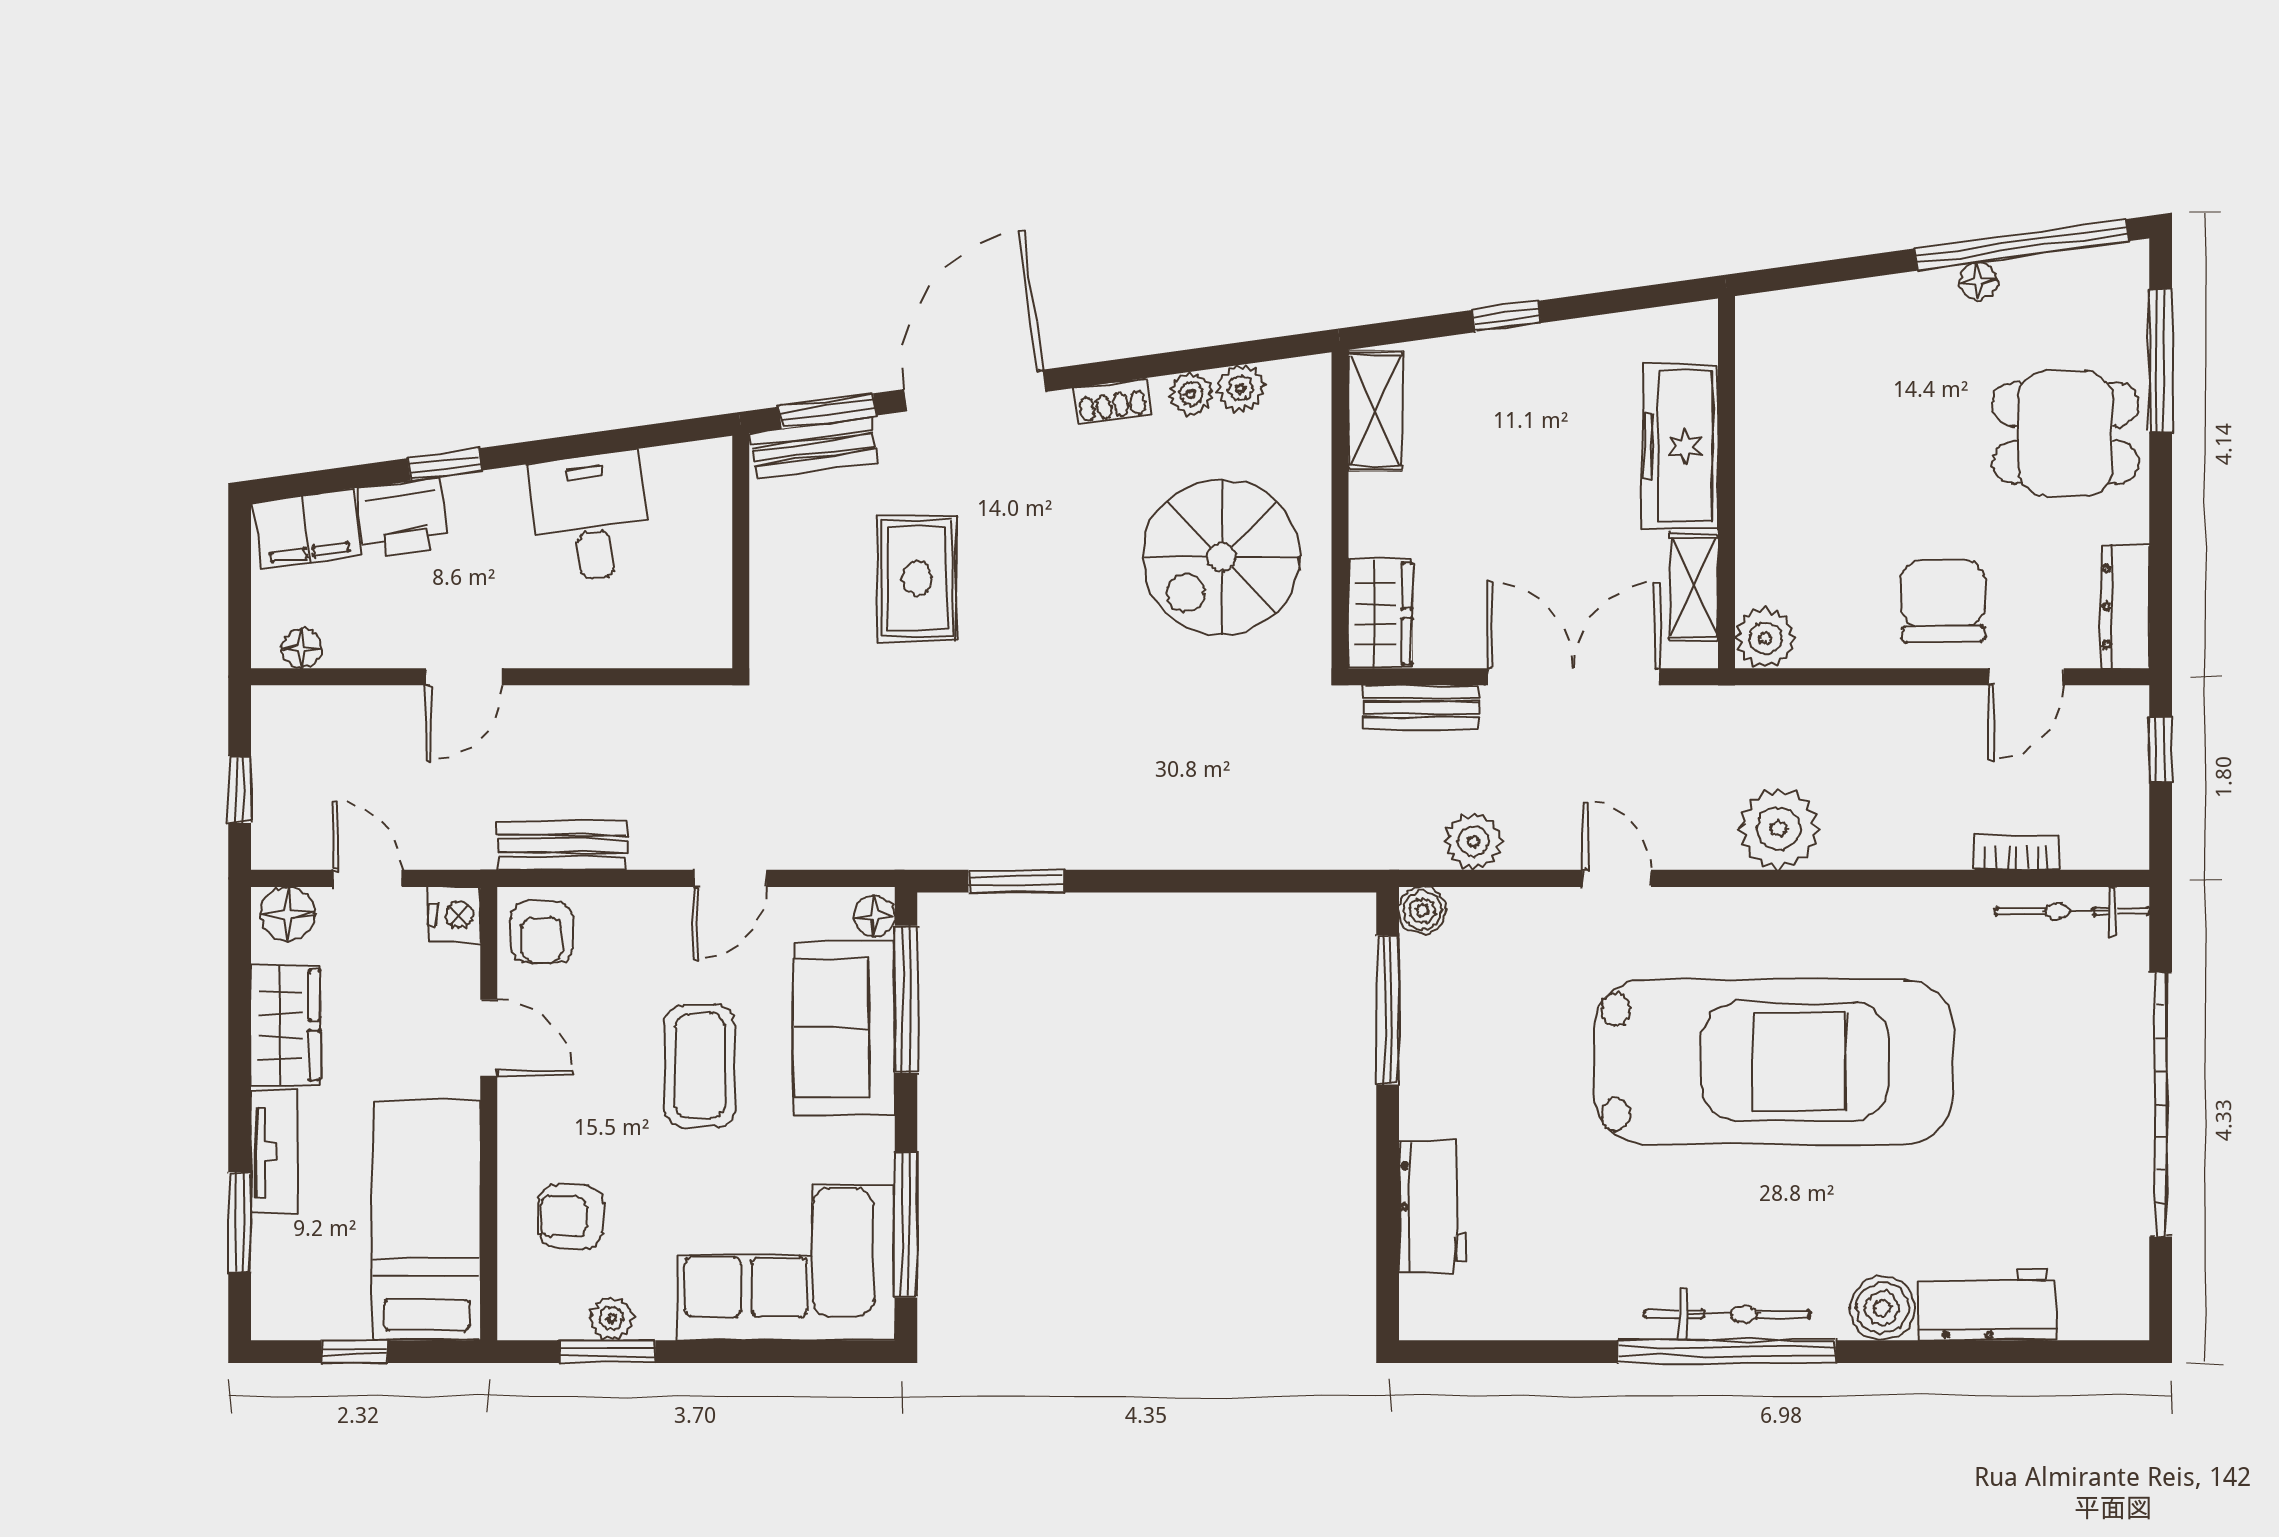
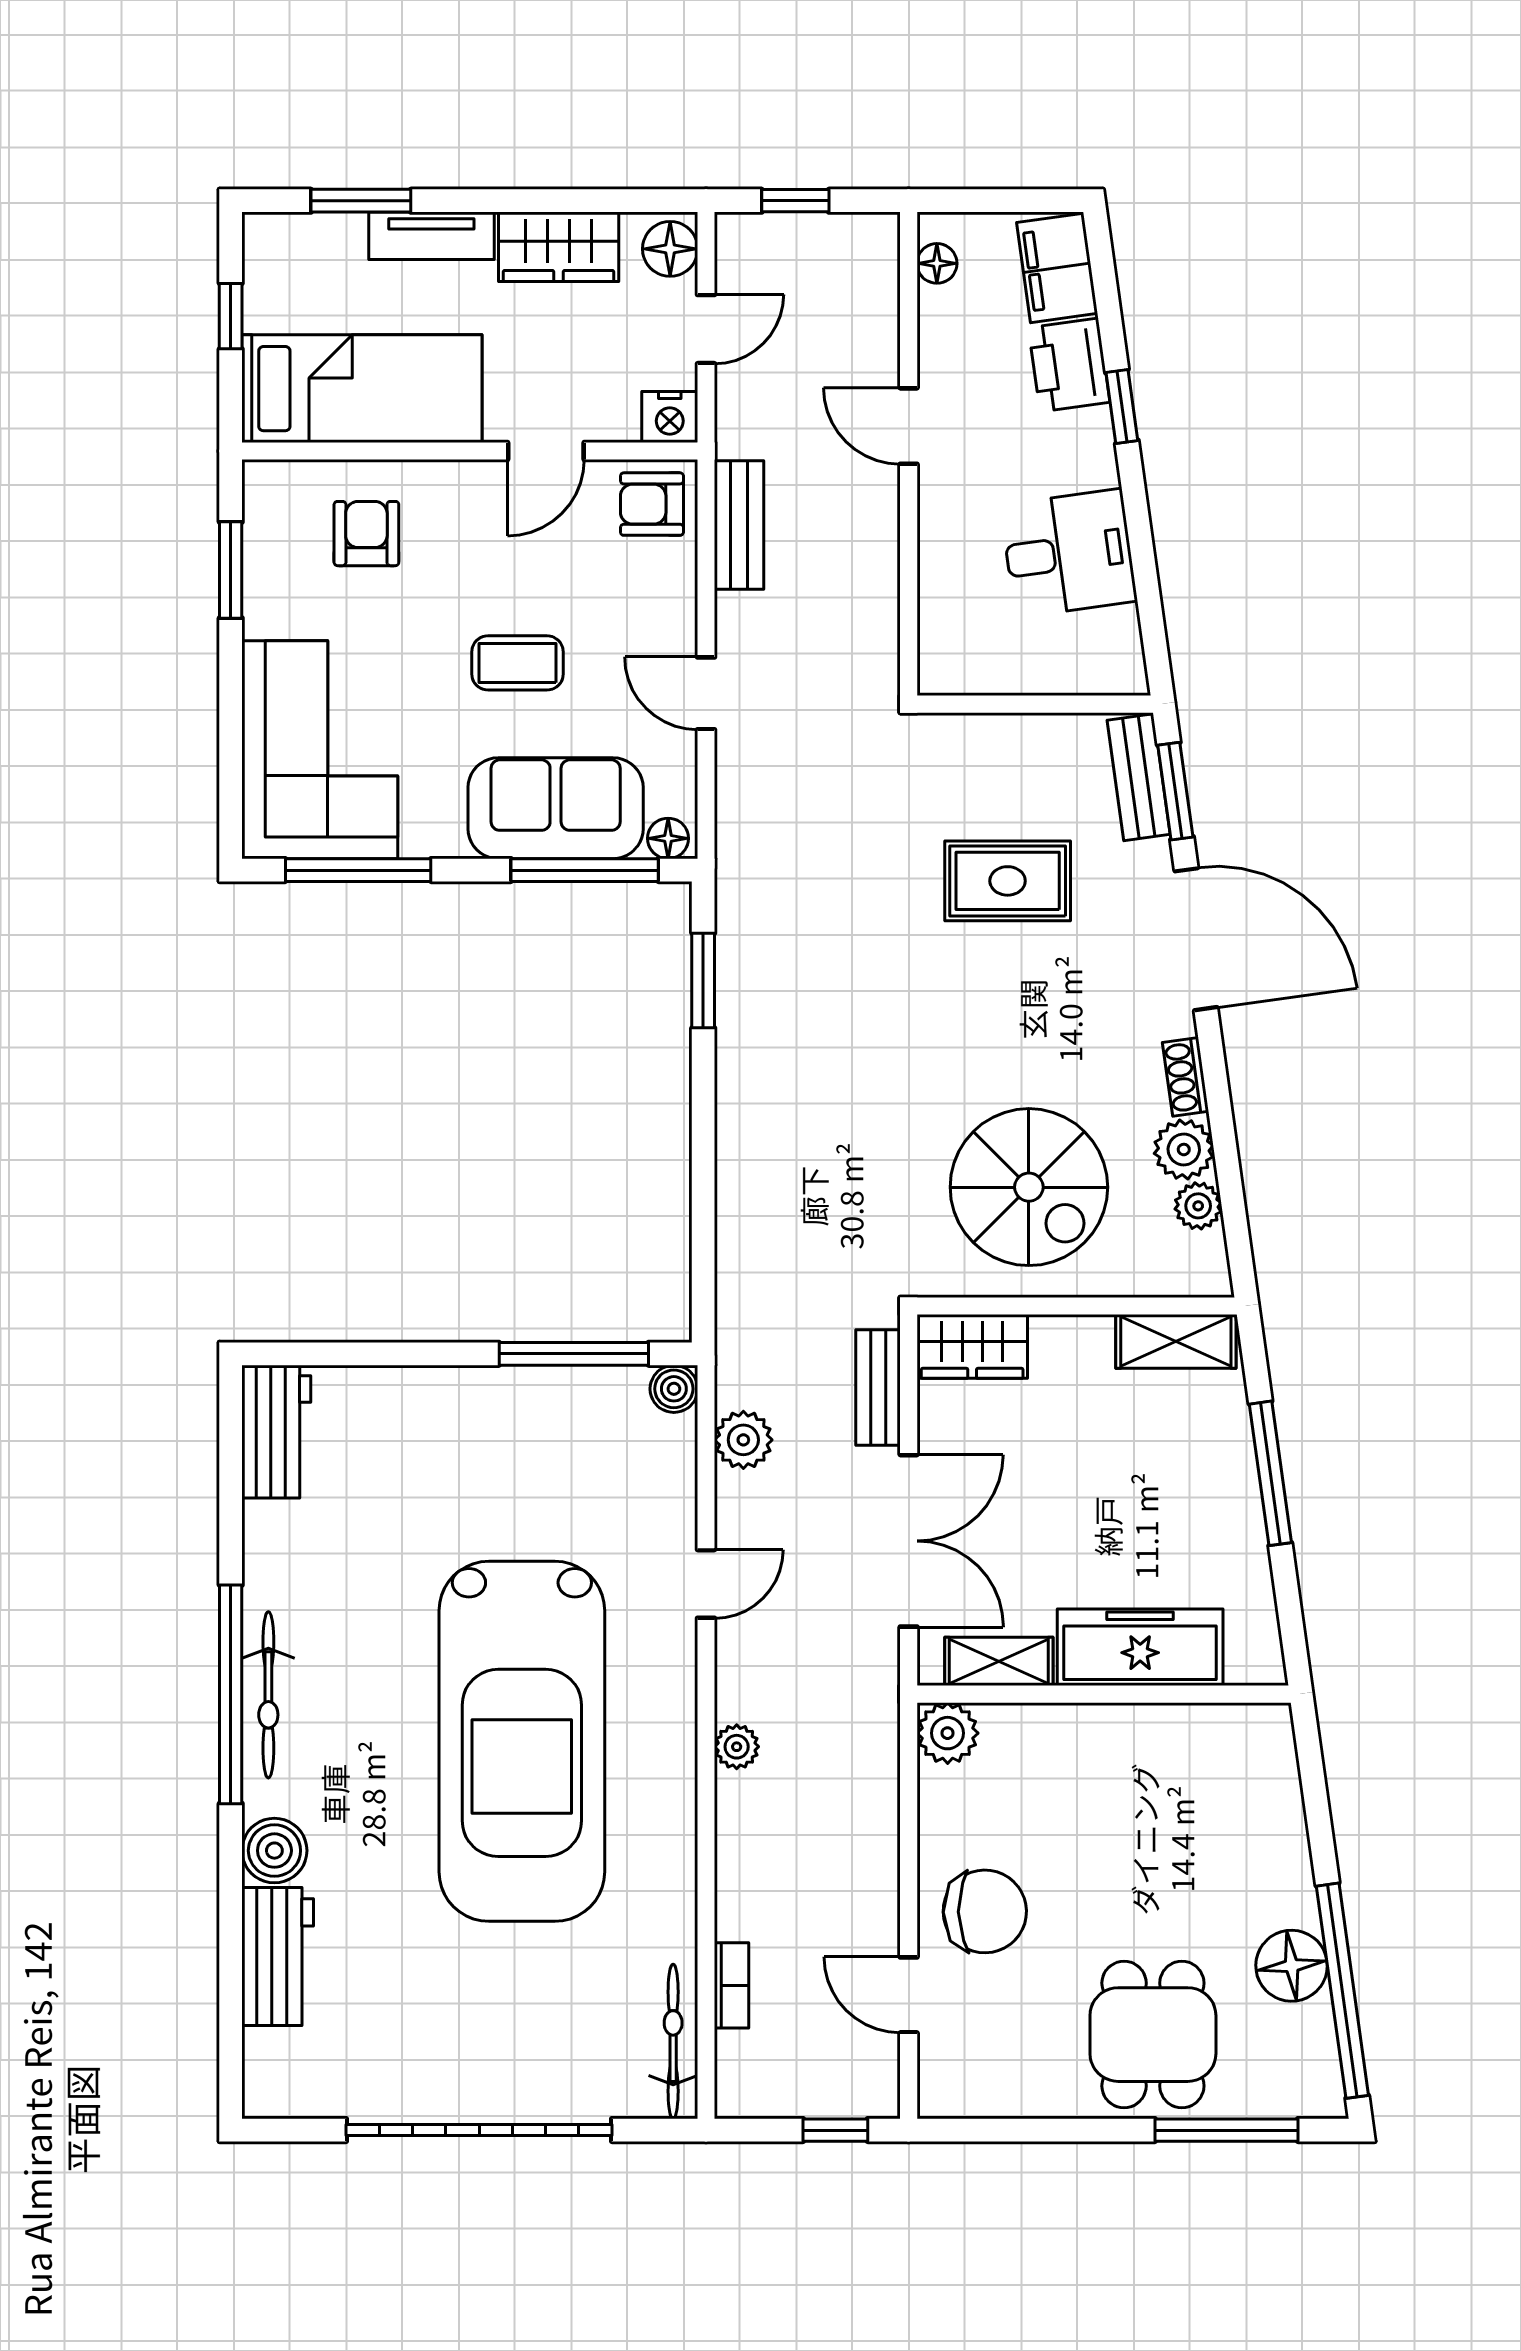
floor lamp: (1978, 281) -> (1292, 1966), width x1.89, depth x1.89
window: (1507, 317) -> (1270, 1473), width x2.17
plant: (1191, 394) -> (1184, 1149), width x1.38, depth x1.38
spiral stairs: (1222, 557) -> (1029, 1187), turned 180
dresser: (2125, 607) -> (979, 2095), removed
plant: (1779, 829) -> (737, 1747), width x0.53, depth x0.53
coffee table: (700, 1066) -> (517, 663), width x0.73, depth x0.77
workbench: (1433, 1206) -> (276, 1432), moved, turned -90
plant: (611, 1318) -> (264, 574), removed

